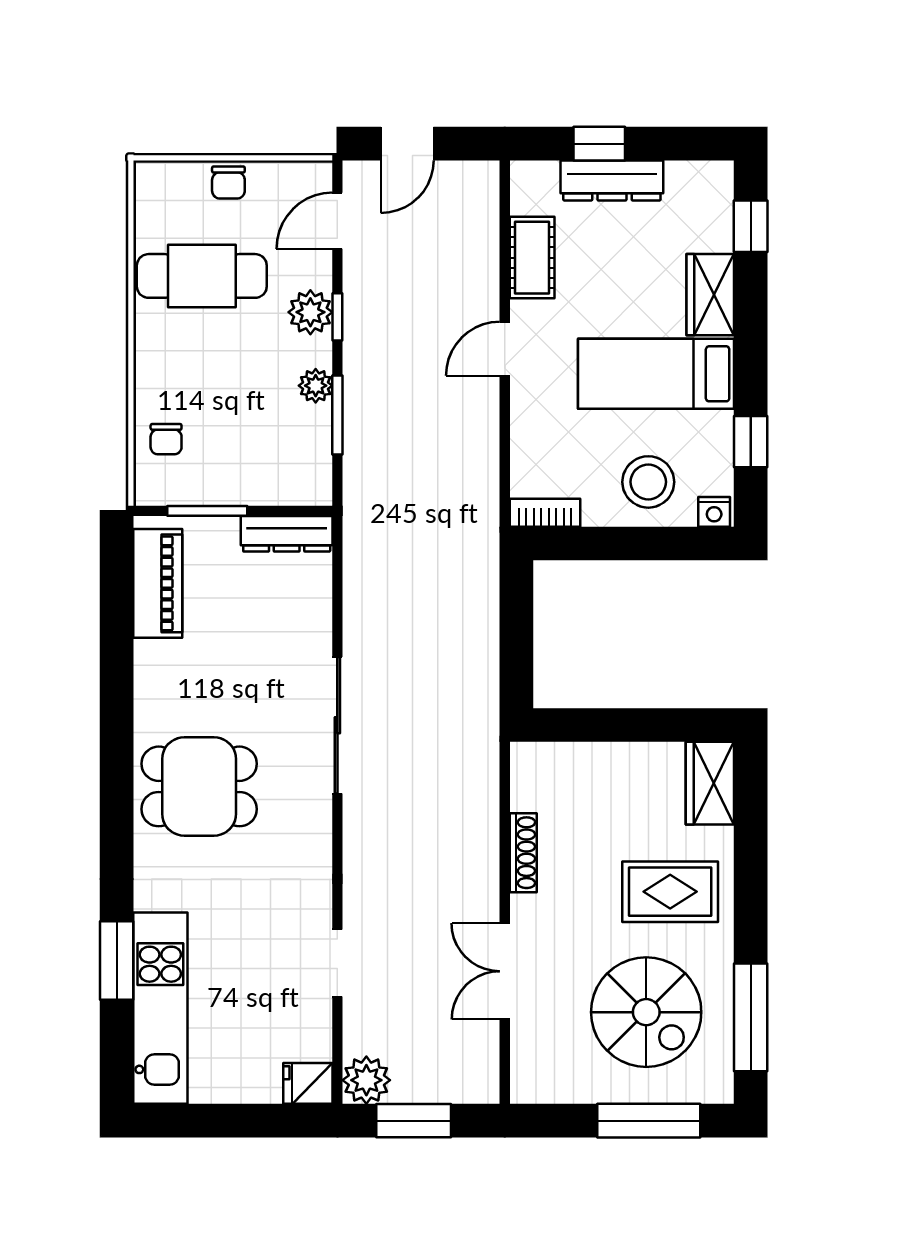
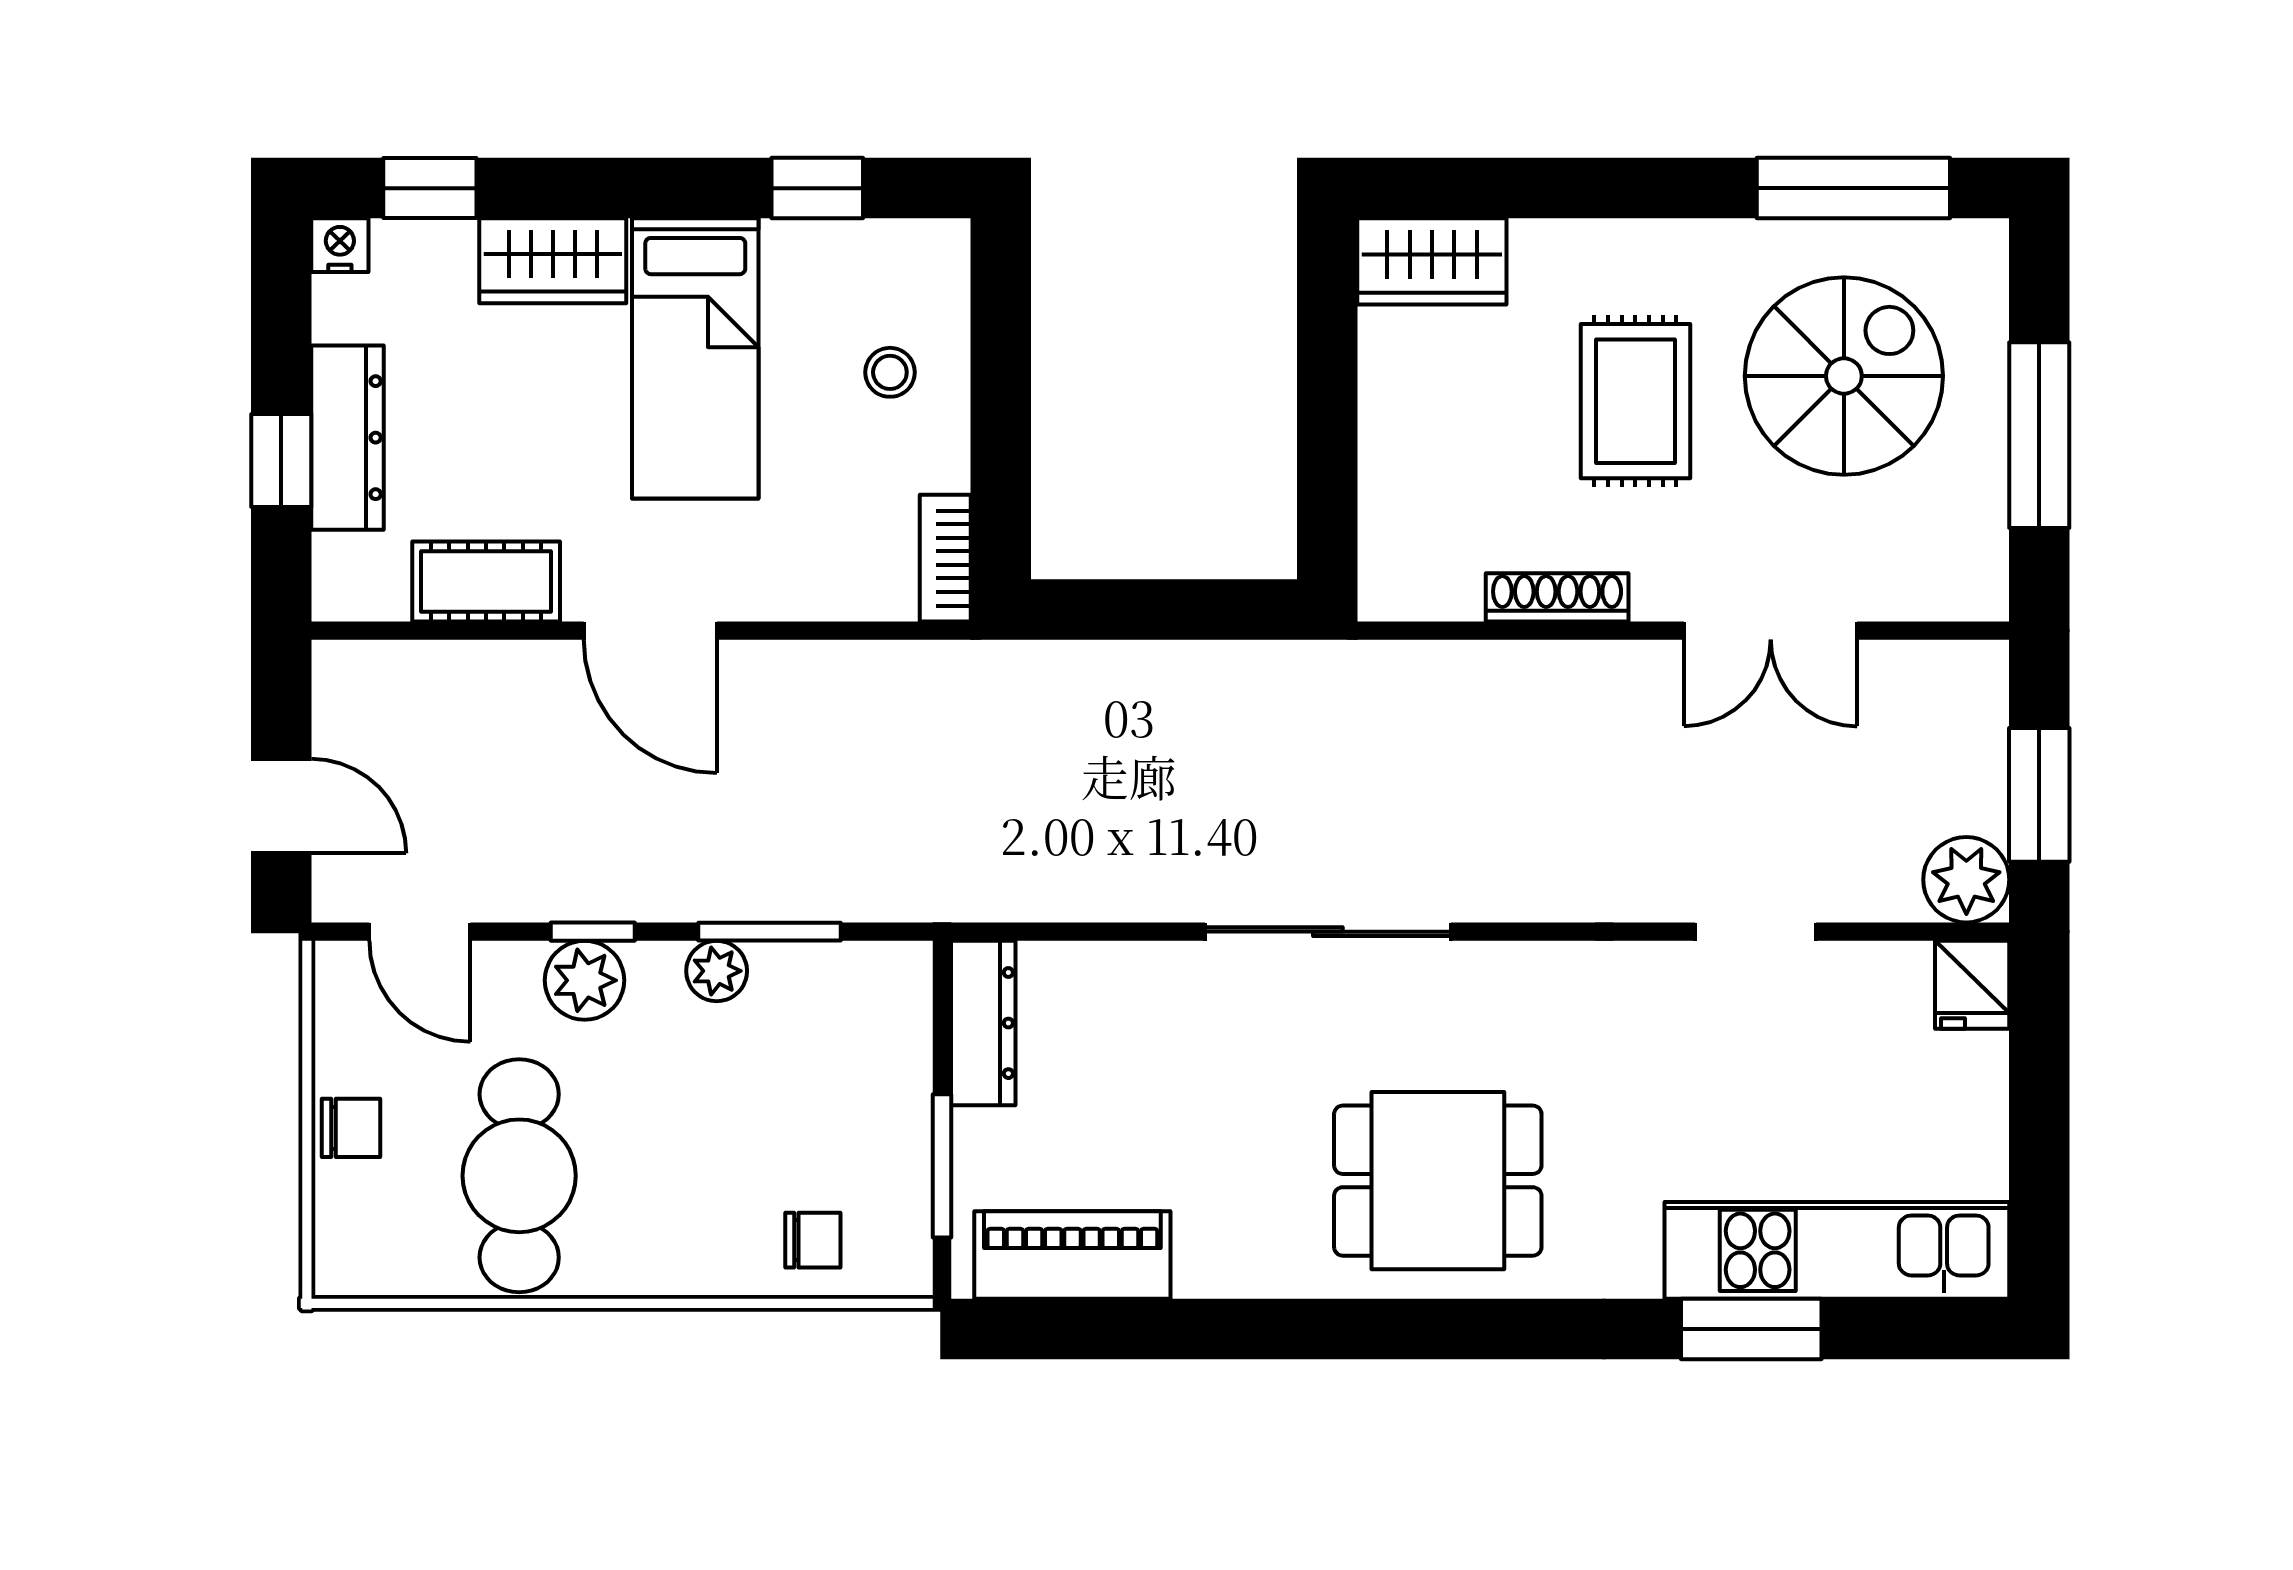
door: (505, 349) -> (650, 631), width x1.38
stool: (648, 482) -> (890, 372), width x0.53, depth x0.53
nightstand: (714, 512) -> (340, 245), moved, turned -90
dining table: (199, 786) -> (1438, 1181), turned 90
rug: (670, 892) -> (1635, 401), moved
window: (649, 1121) -> (2039, 435), moved

